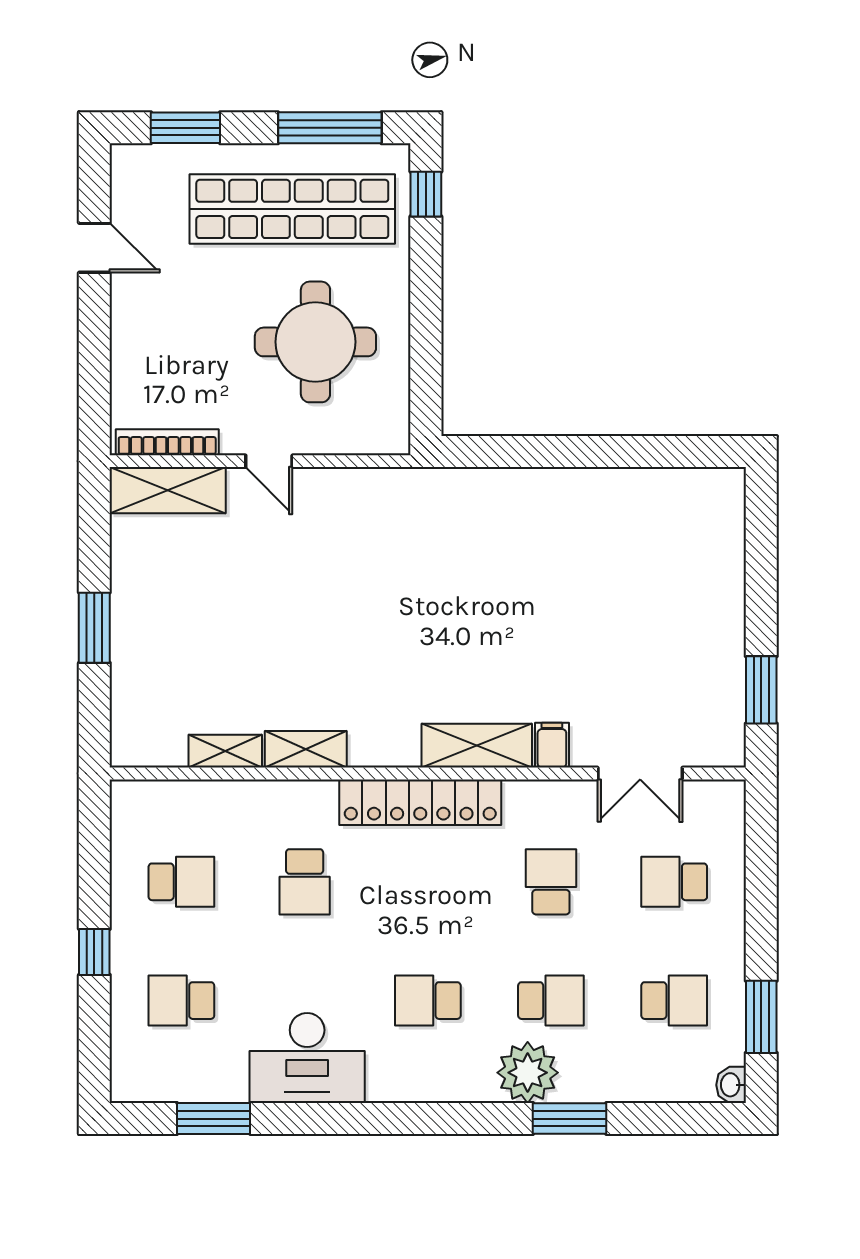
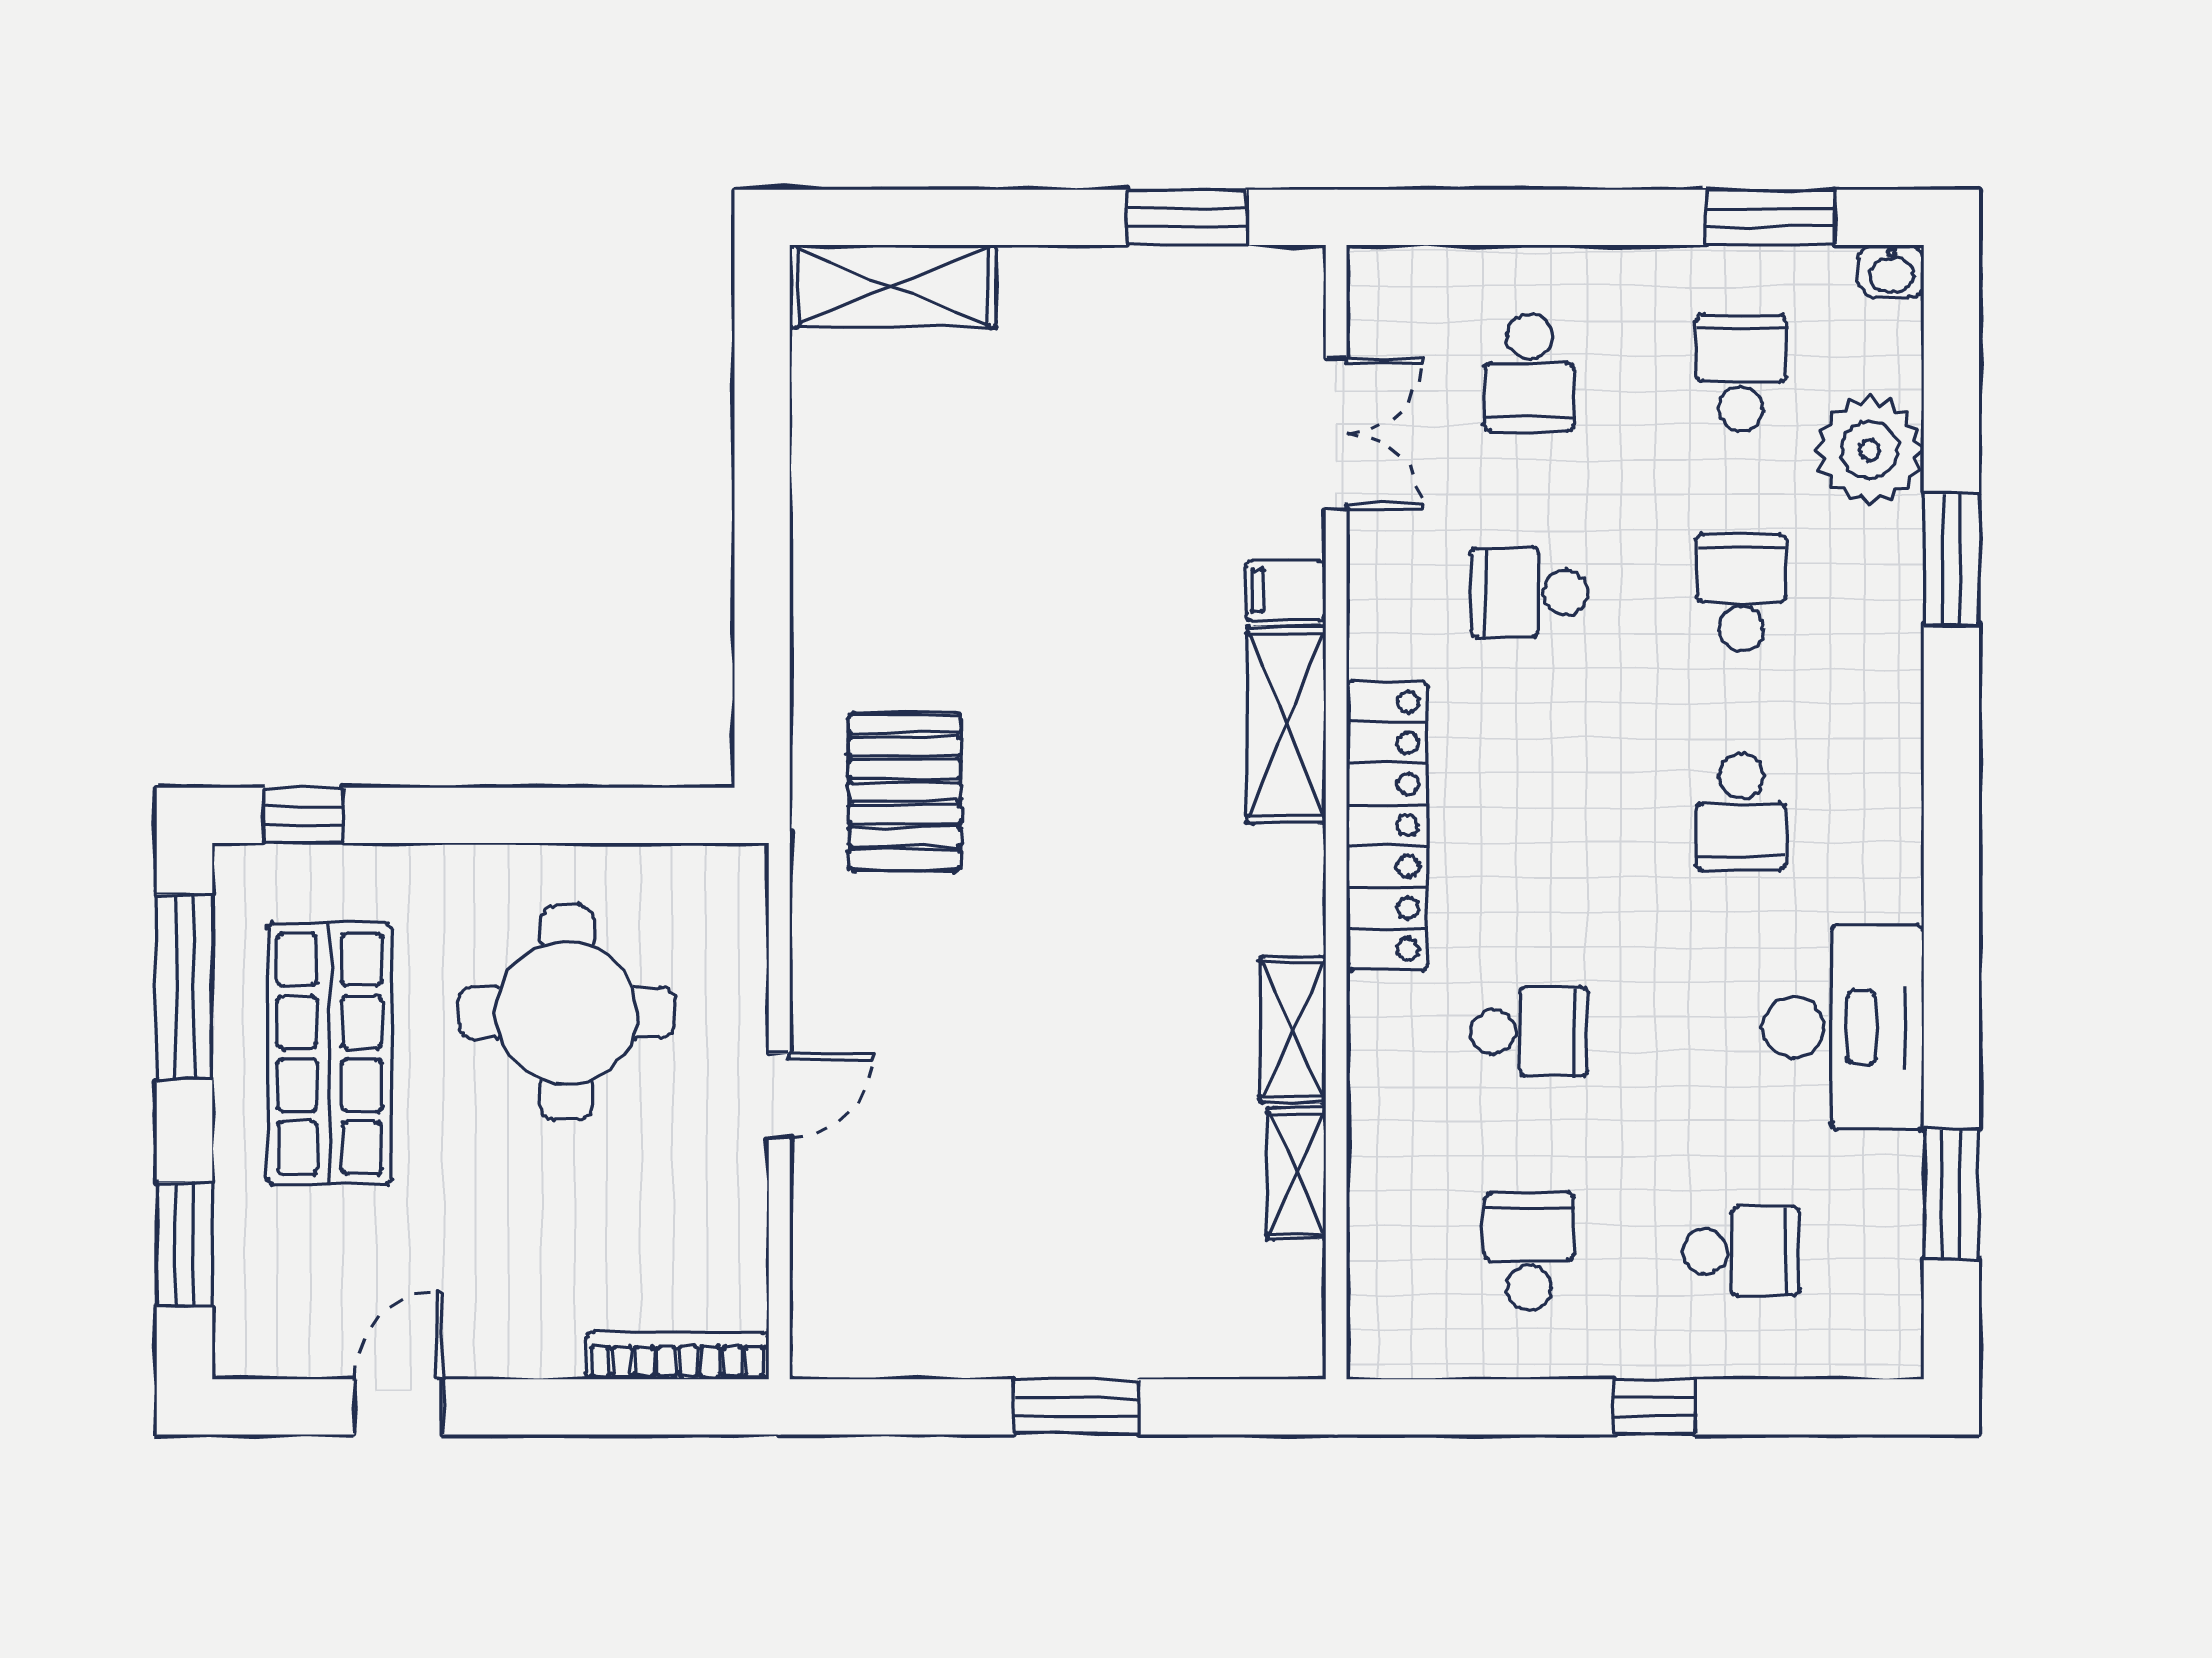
shop shelf: (292, 209) -> (329, 1054), width x0.71
bookcase: (167, 442) -> (677, 1356), moved, turned 90
shelving: (168, 490) -> (893, 286), moved, turned 90
pallet: (439, 532) -> (905, 792), added
school desk: (181, 1001) -> (1741, 1251), turned -90
plant: (528, 1073) -> (1869, 450), moved

